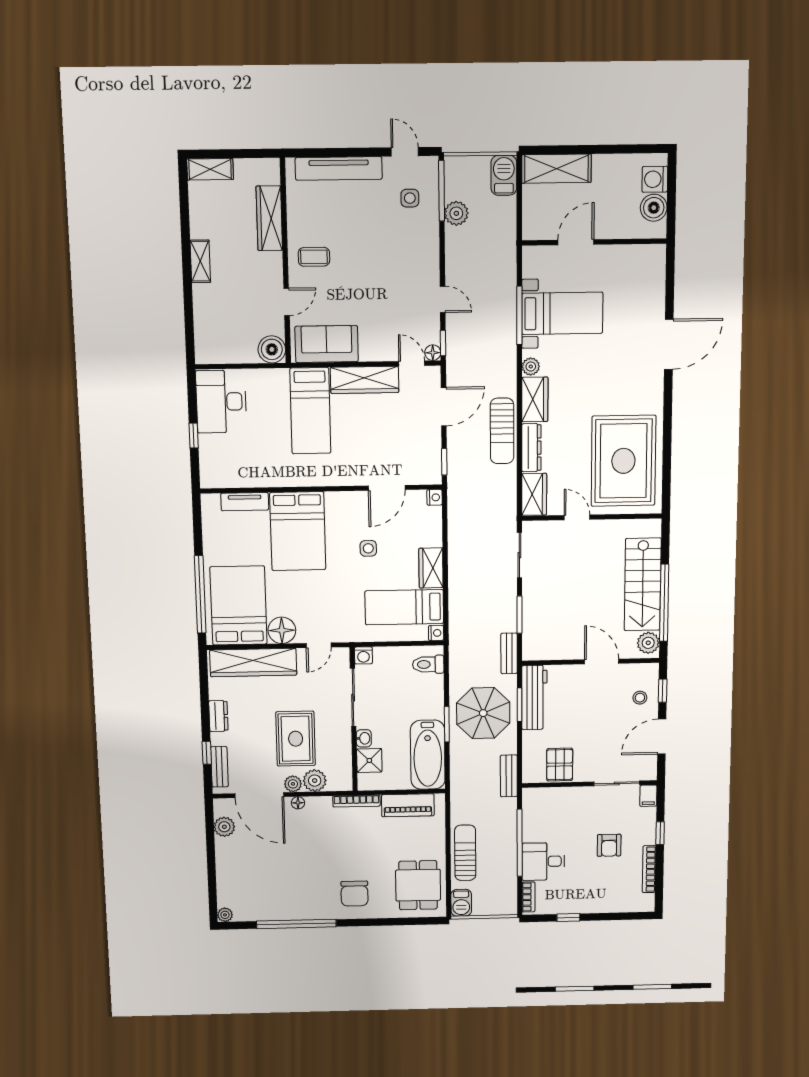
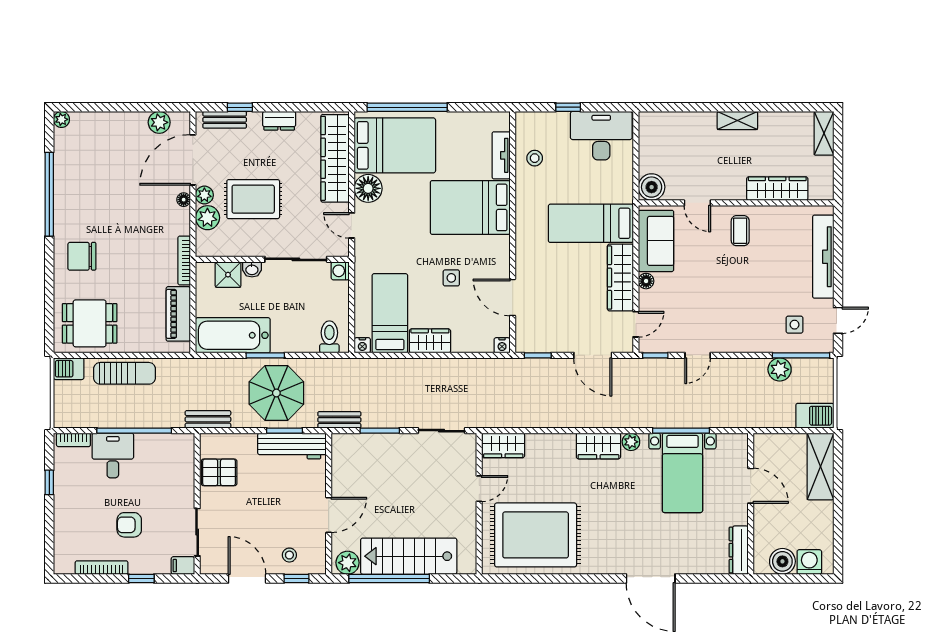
floor lamp: (433, 353) -> (646, 281), moved
sun lounger: (502, 431) -> (568, 413), removed
dresser: (531, 448) -> (739, 550), moved, turned 90
stool: (246, 468) -> (535, 158), added

